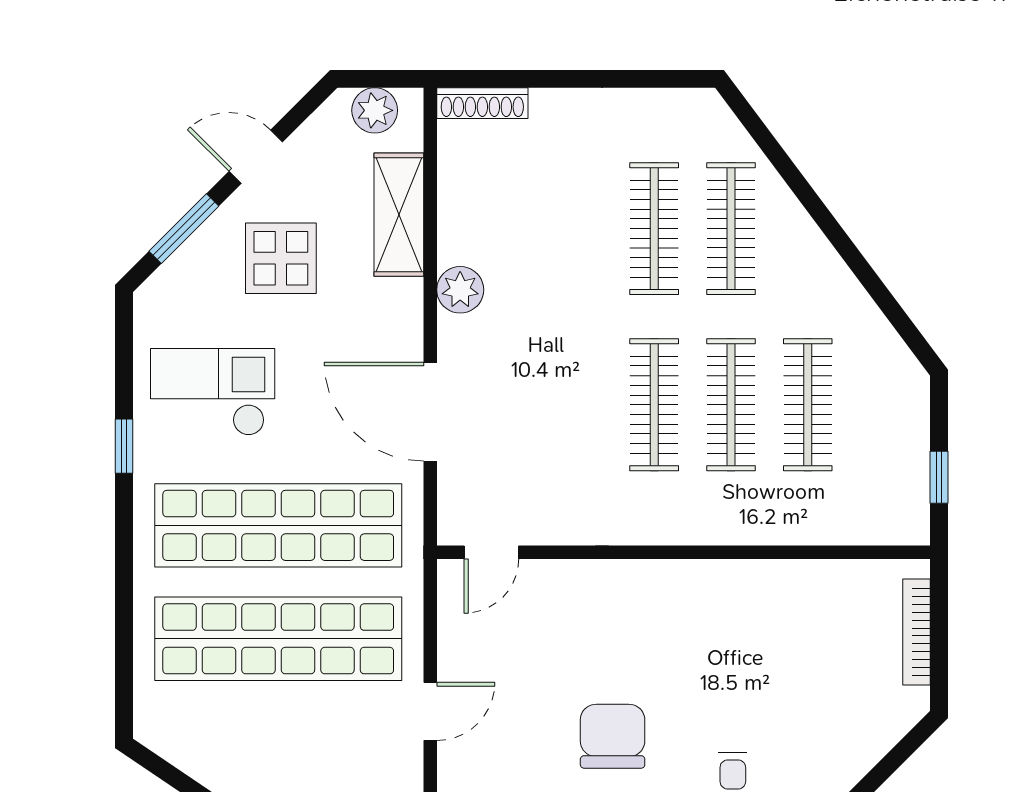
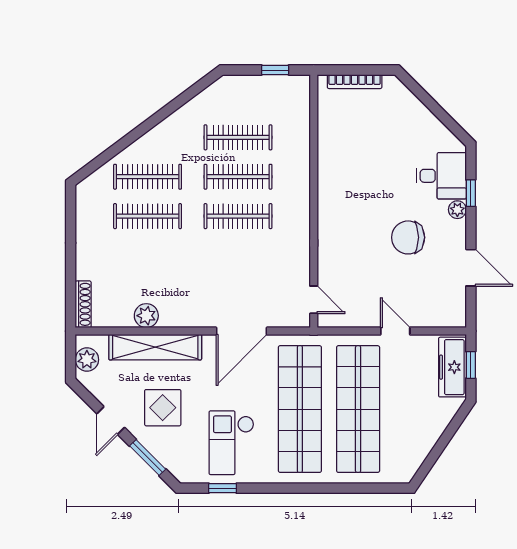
shelving: (399, 215) -> (155, 347), width x1.47
plant: (460, 290) -> (146, 316), moved
window: (124, 446) -> (223, 488), moved

